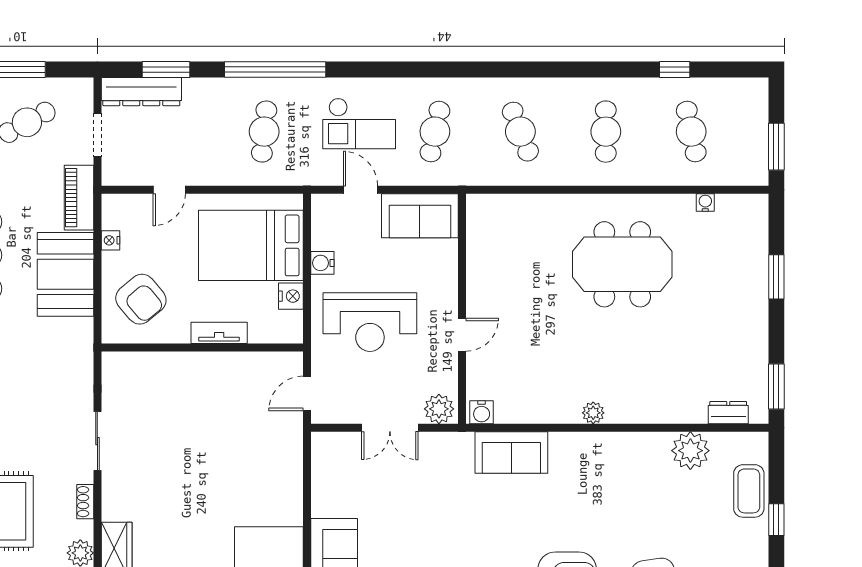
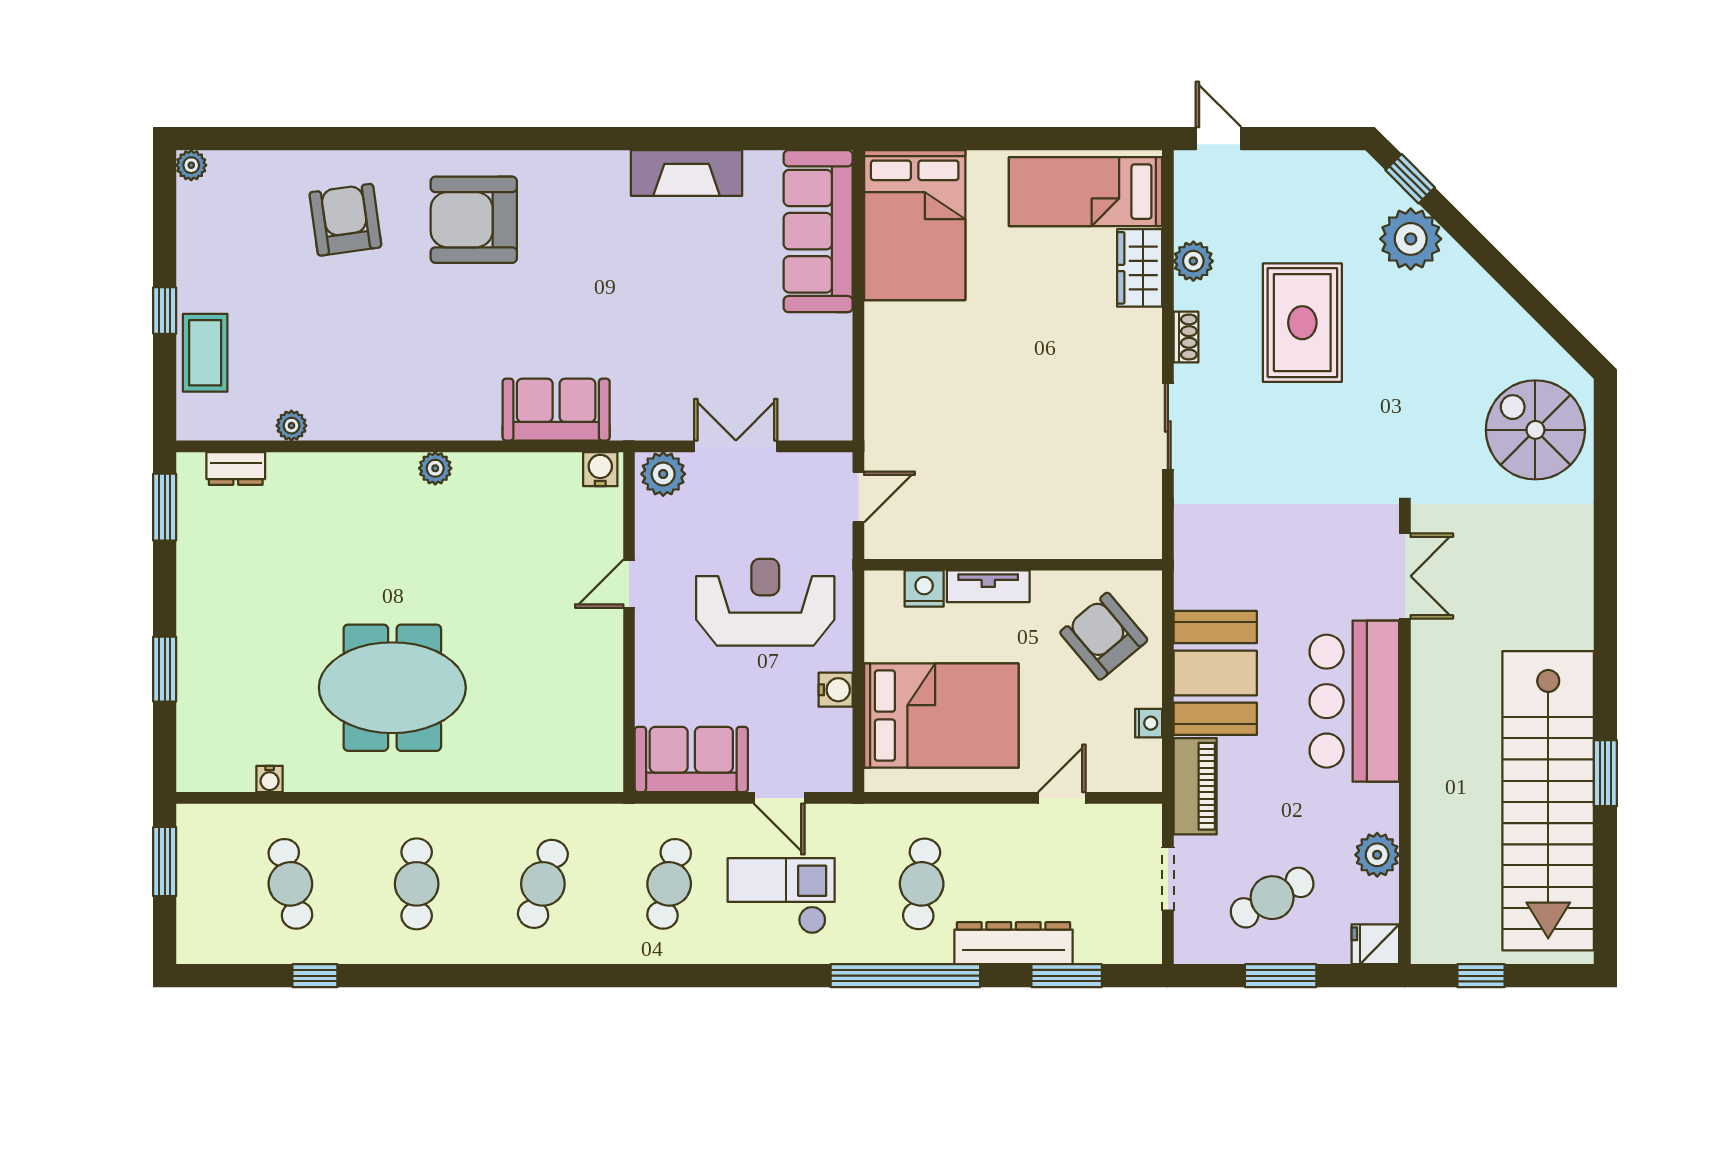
dresser: (141, 92) -> (1014, 943), moved
cafe table: (520, 132) -> (543, 884), turned 39
nightstand: (291, 296) -> (924, 589), moved, turned 90
plant: (690, 451) -> (291, 426), width x0.53, depth x0.53

